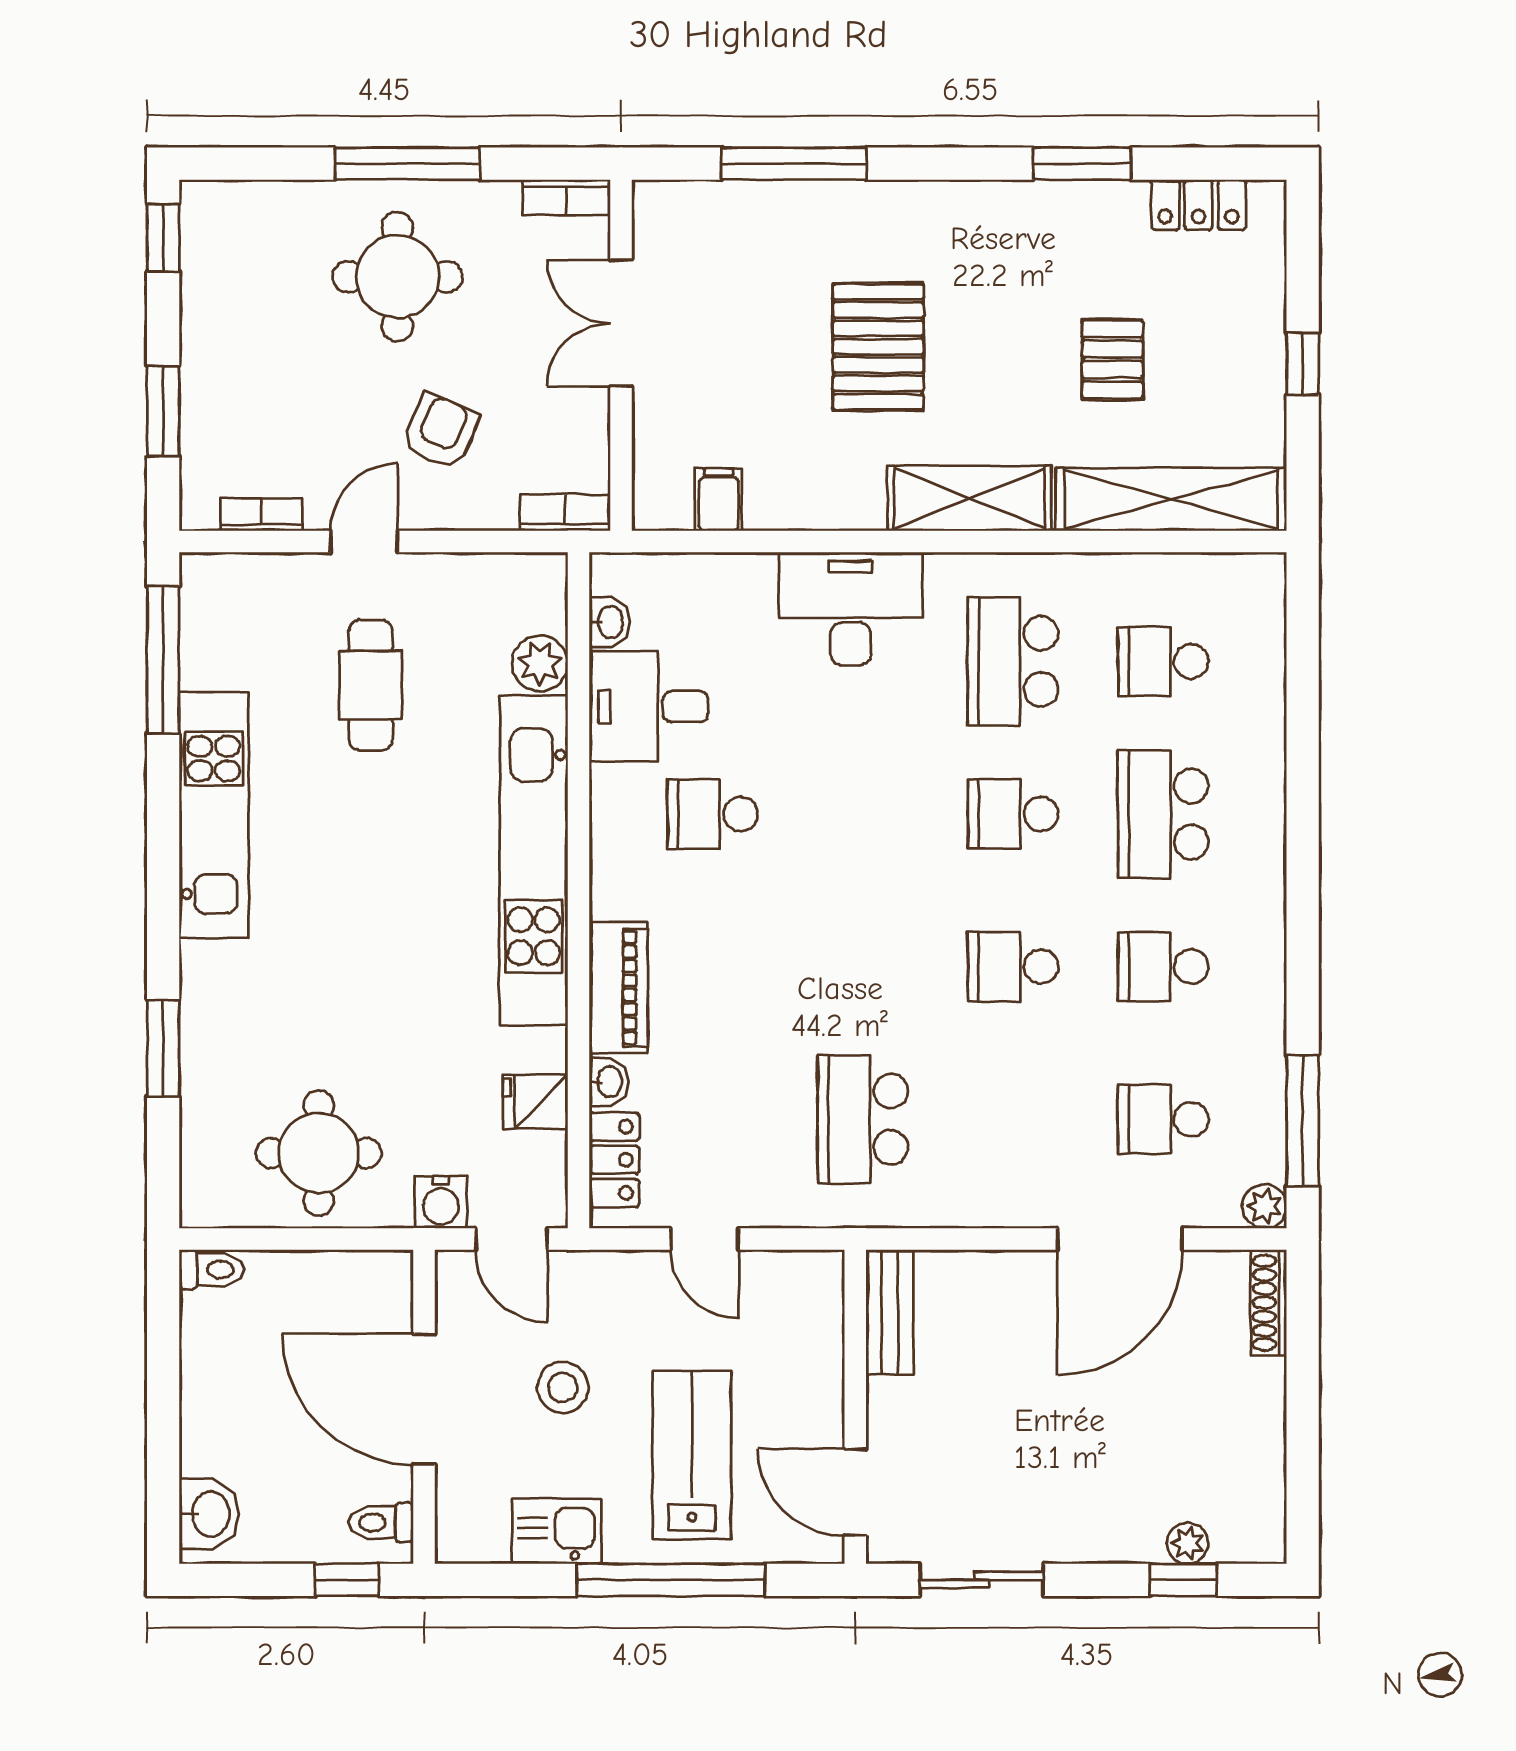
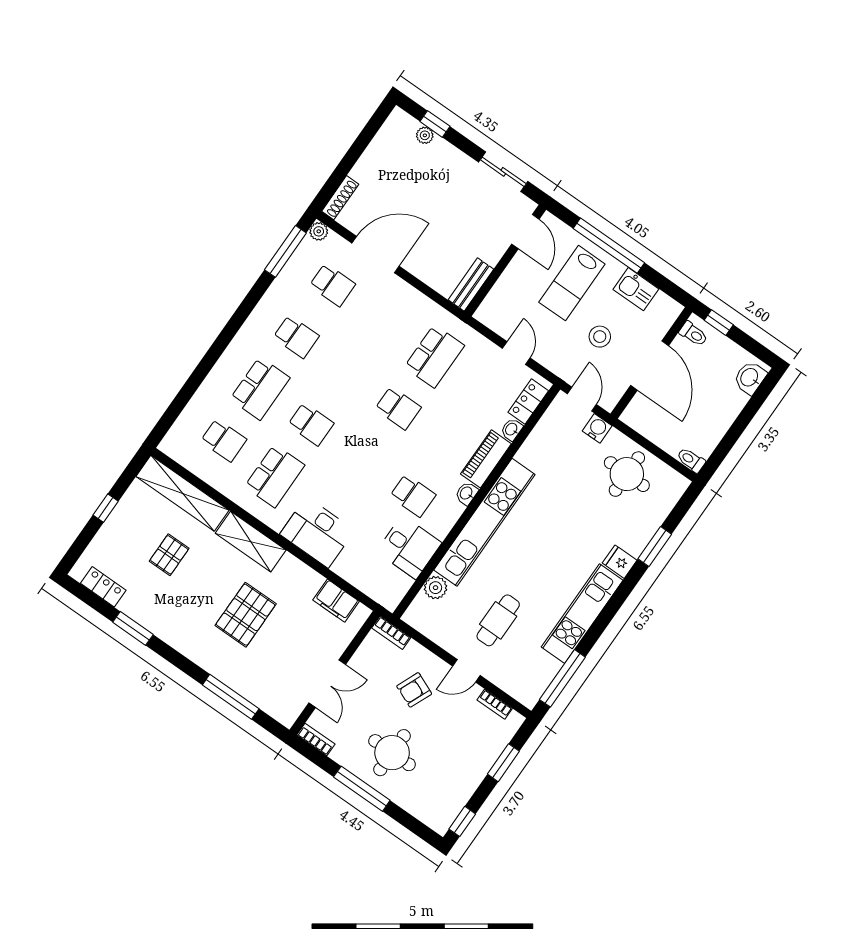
filing cabinet: (719, 500) -> (336, 601), width x2.00
washbasin: (609, 622) -> (466, 493), moved
school desk: (1013, 967) -> (398, 408), moved
fridge: (535, 1102) -> (620, 562), moved, turned 180

